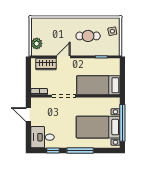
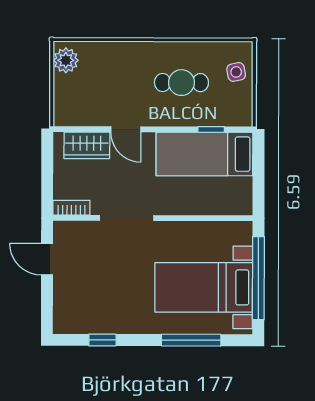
plant: (37, 44) -> (66, 60), moved
door: (63, 57) -> (126, 129), swing flipped
bed: (98, 85) -> (204, 154), moved
desk: (43, 137) -> (79, 310), removed
window: (80, 151) -> (191, 340), moved

